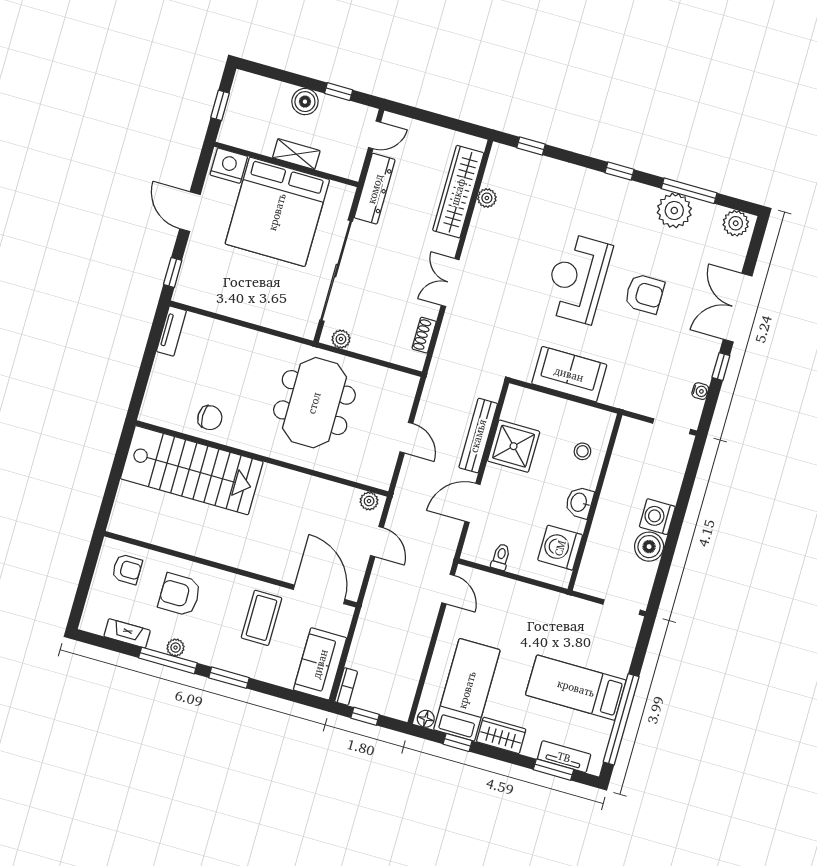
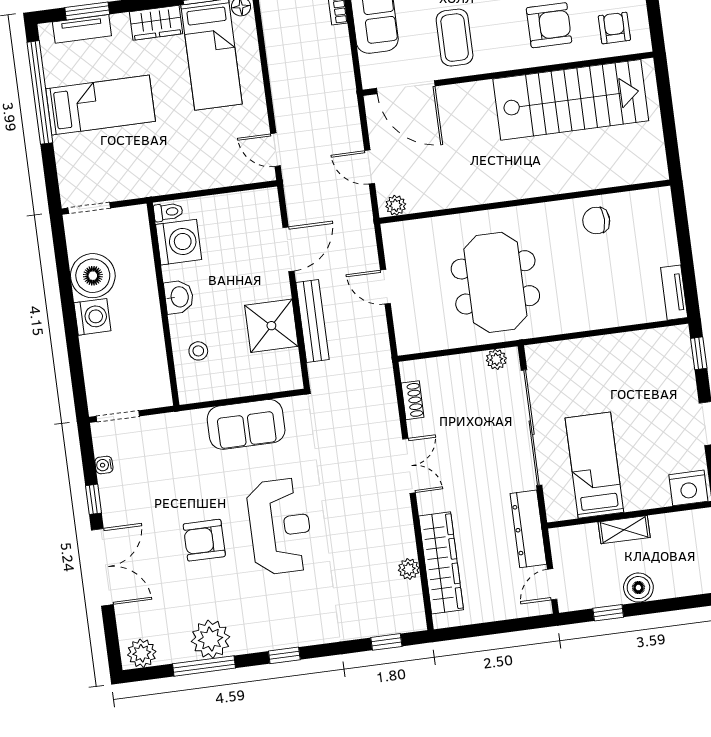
bed: (277, 212) -> (594, 465), width x0.49
stairs: (192, 470) -> (571, 100), moved, turned 180
boiler: (649, 547) -> (93, 276), width x1.37, depth x1.37
toilet: (501, 557) -> (168, 212), moved, turned -90
armchair: (127, 569) -> (614, 28), turned 90

